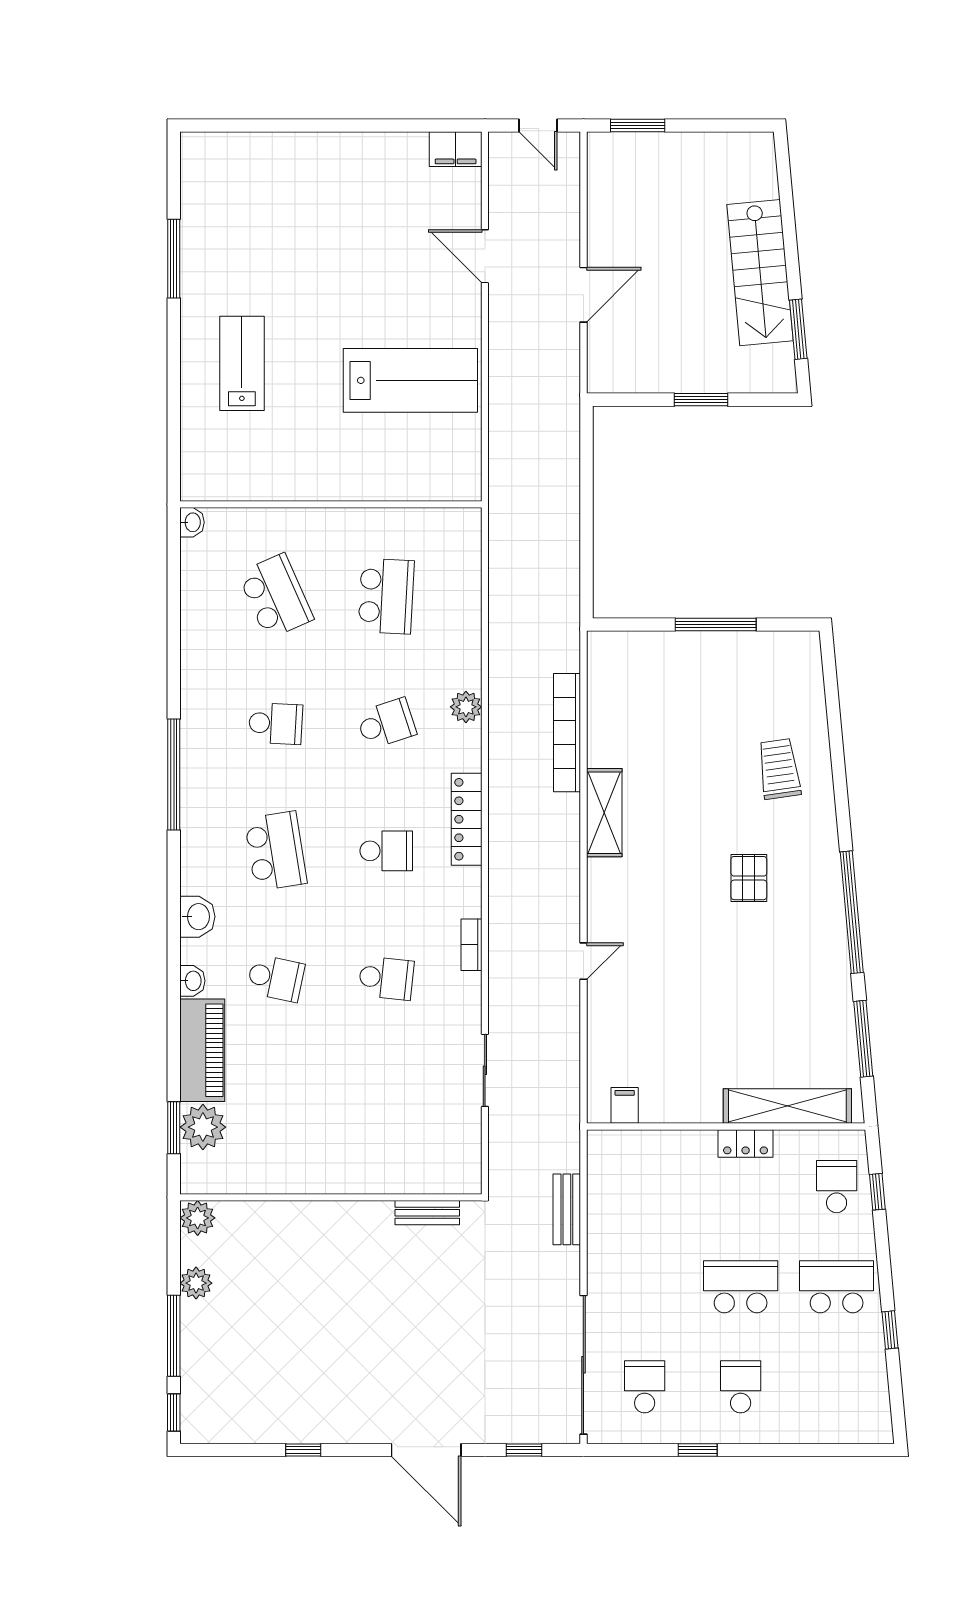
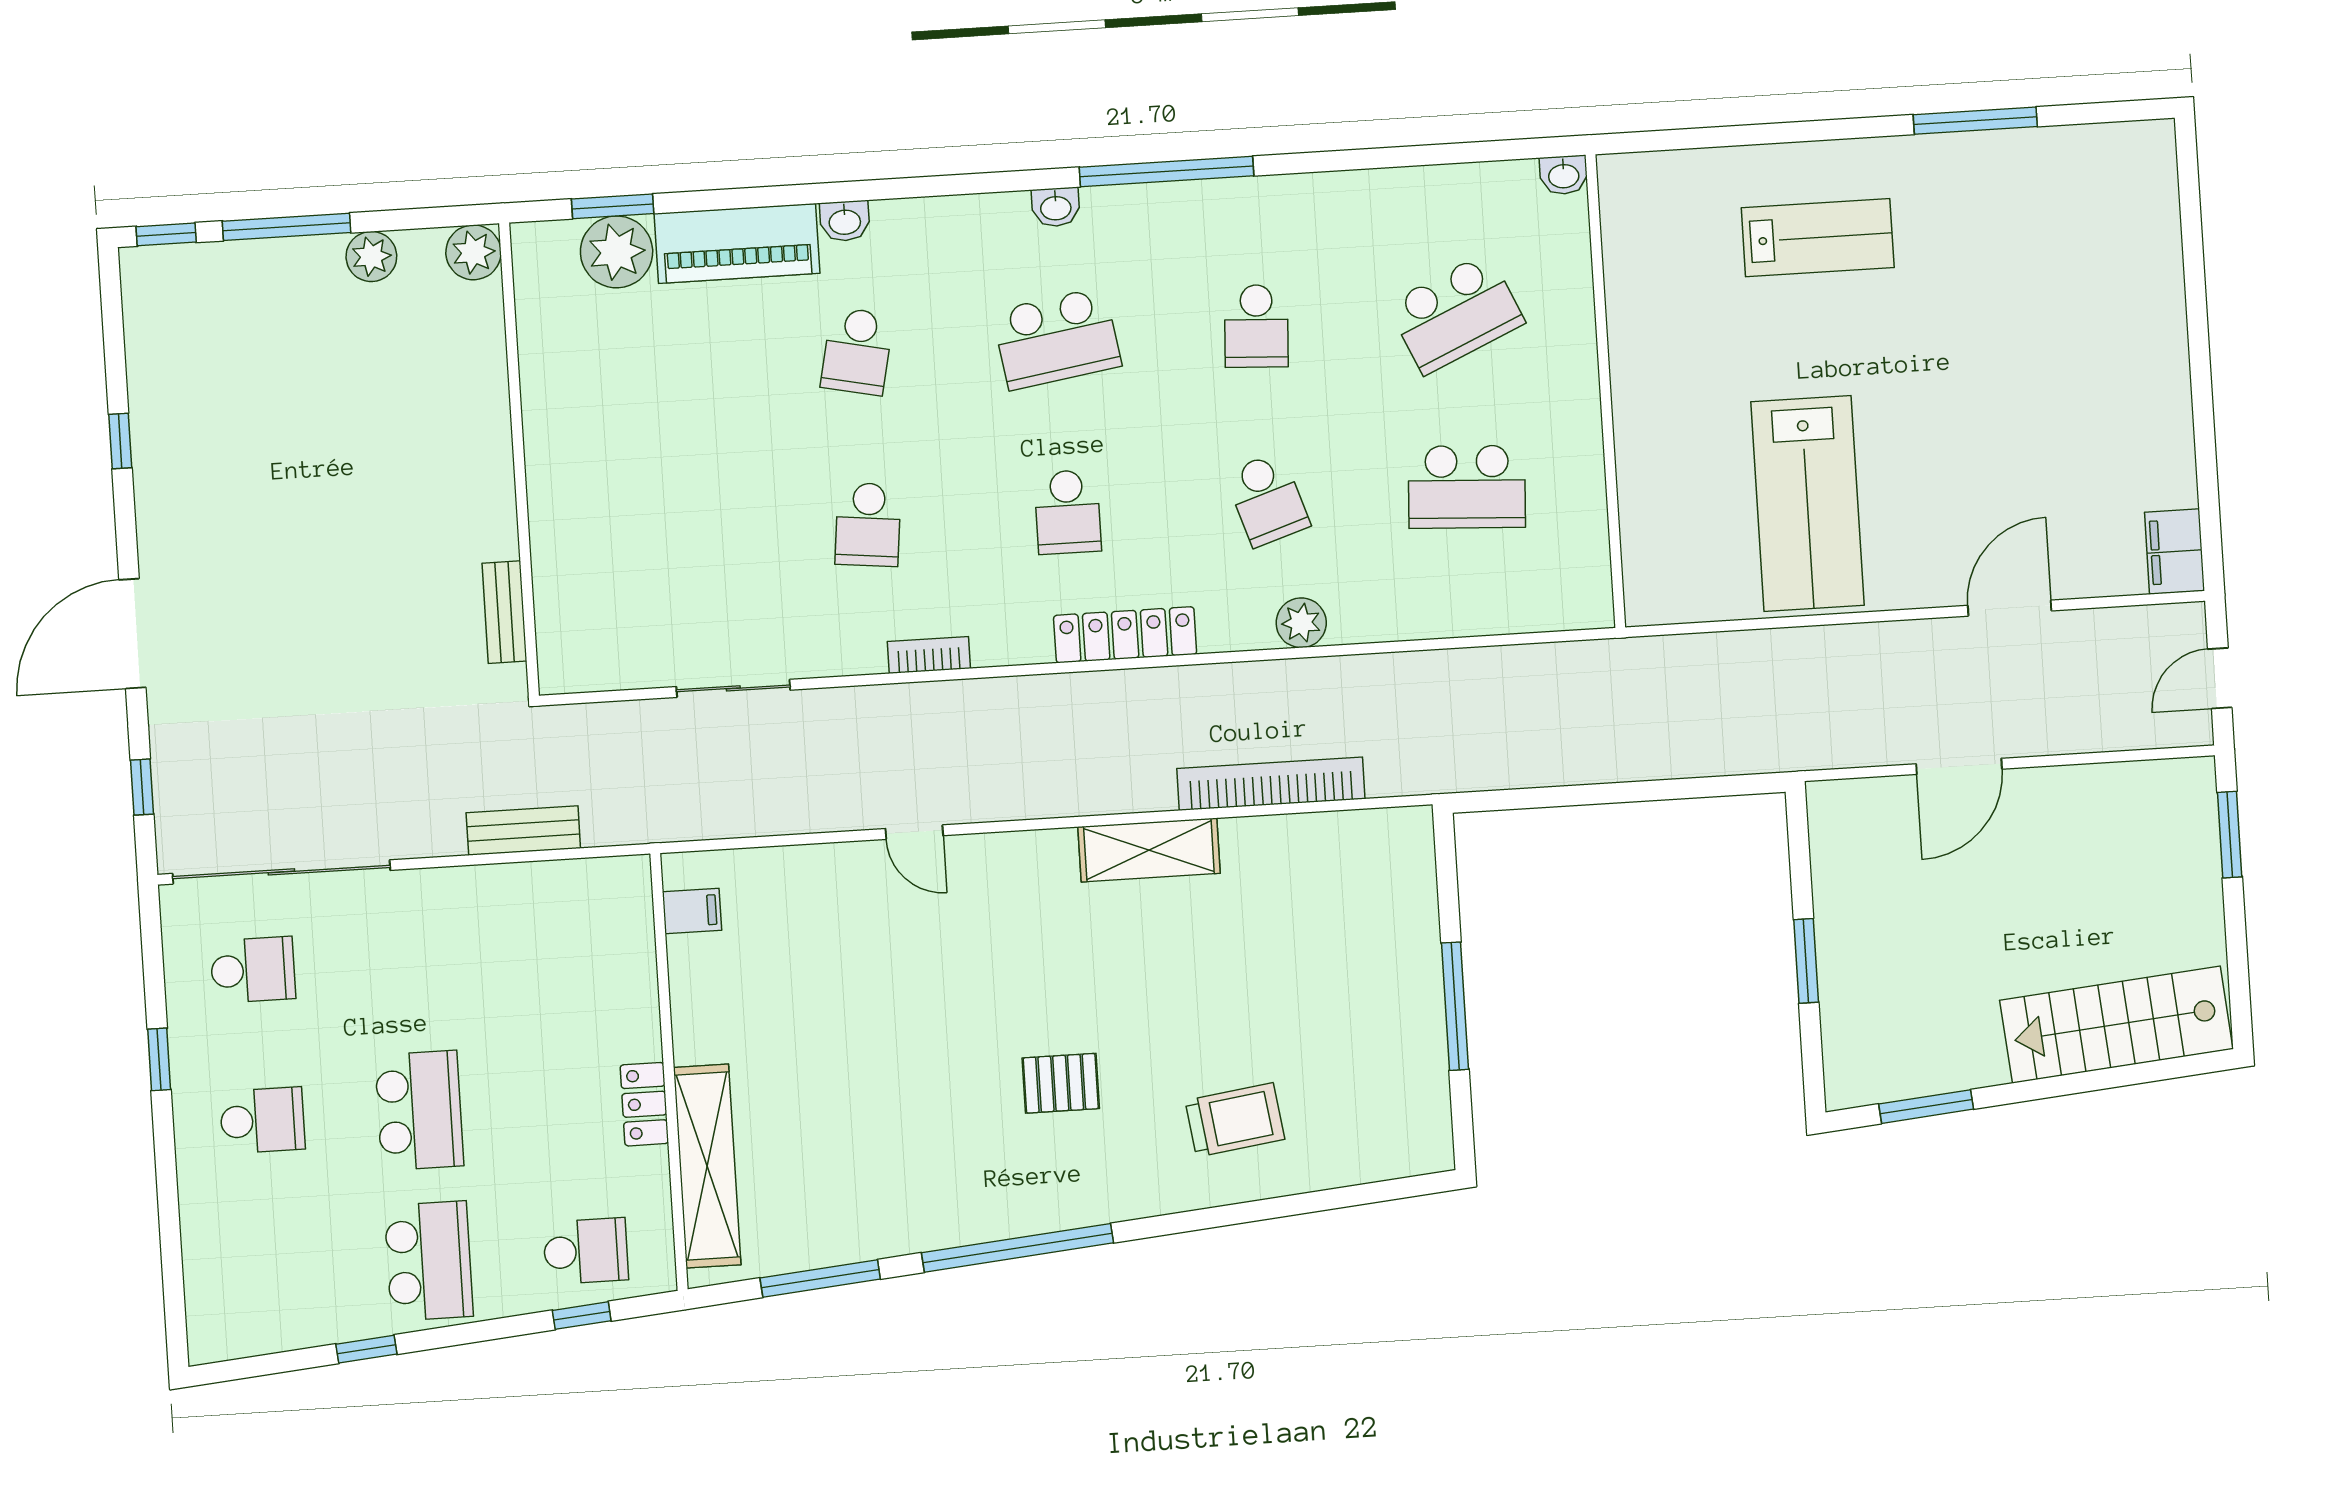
stairs: (760, 273) -> (2116, 1025), moved
door: (583, 295) -> (1959, 766), hinge flipped
washbasin: (197, 917) -> (1056, 207), moved, width x0.72, depth x0.69

